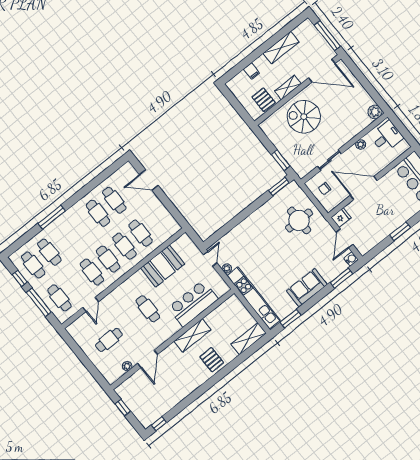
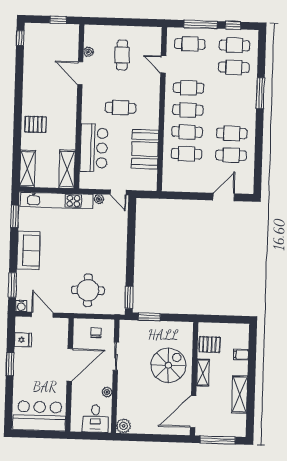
fridge: (341, 218) -> (23, 340), moved, turned -90
shelving: (193, 336) -> (67, 169), moved

